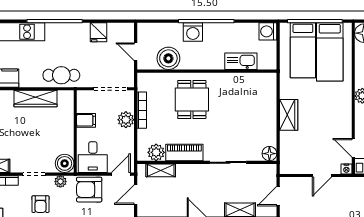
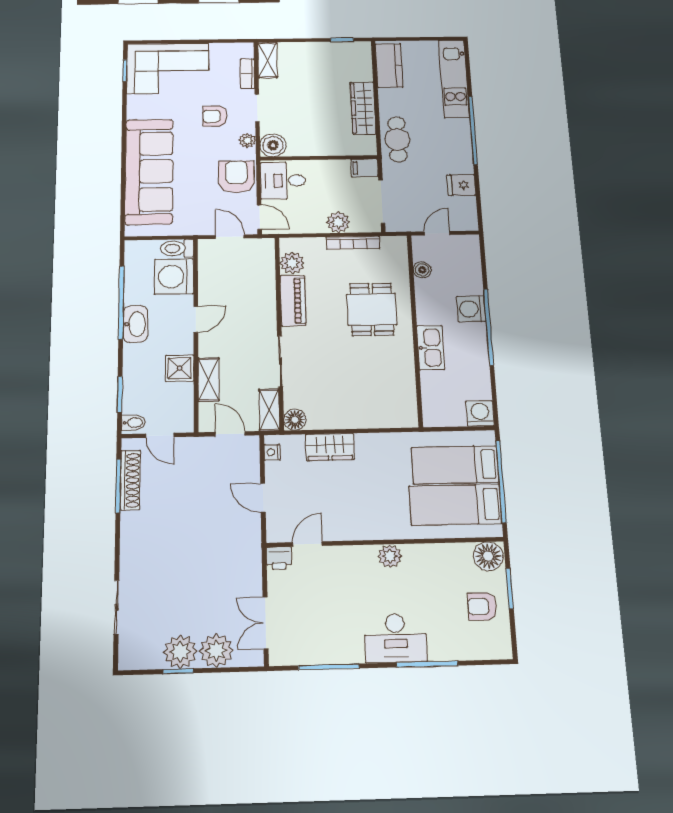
boiler: (168, 58) -> (422, 270), width x0.54, depth x0.54
kitchen sink: (241, 61) -> (431, 348), moved
dining table: (192, 100) -> (372, 309), turned 90
wardrobe: (289, 115) -> (330, 447), moved
filing cabinet: (86, 120) -> (365, 168), moved, turned 90
nightstand: (346, 169) -> (272, 452), moved
shelving: (161, 170) -> (269, 410), moved

